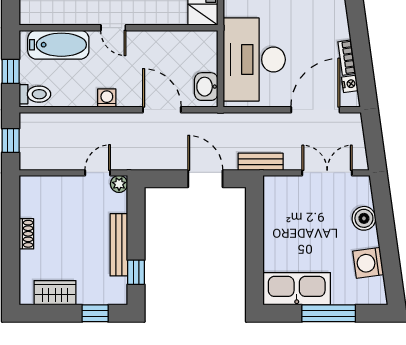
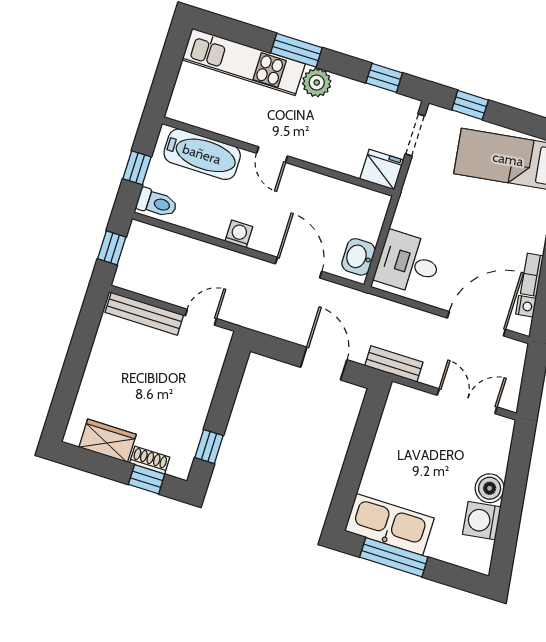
desk: (254, 60) -> (408, 263), width x0.53, depth x0.77
plant: (119, 184) -> (222, 338), removed
boiler: (364, 218) -> (490, 488), moved
shoe rack: (26, 234) -> (150, 460), moved, turned -90
bench: (119, 245) -> (144, 314), moved, turned 90
window: (329, 313) -> (394, 557), moved

